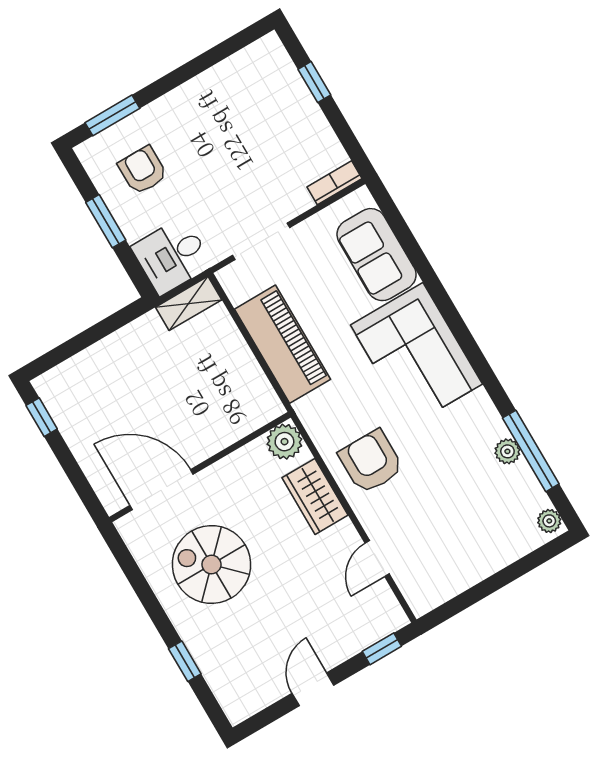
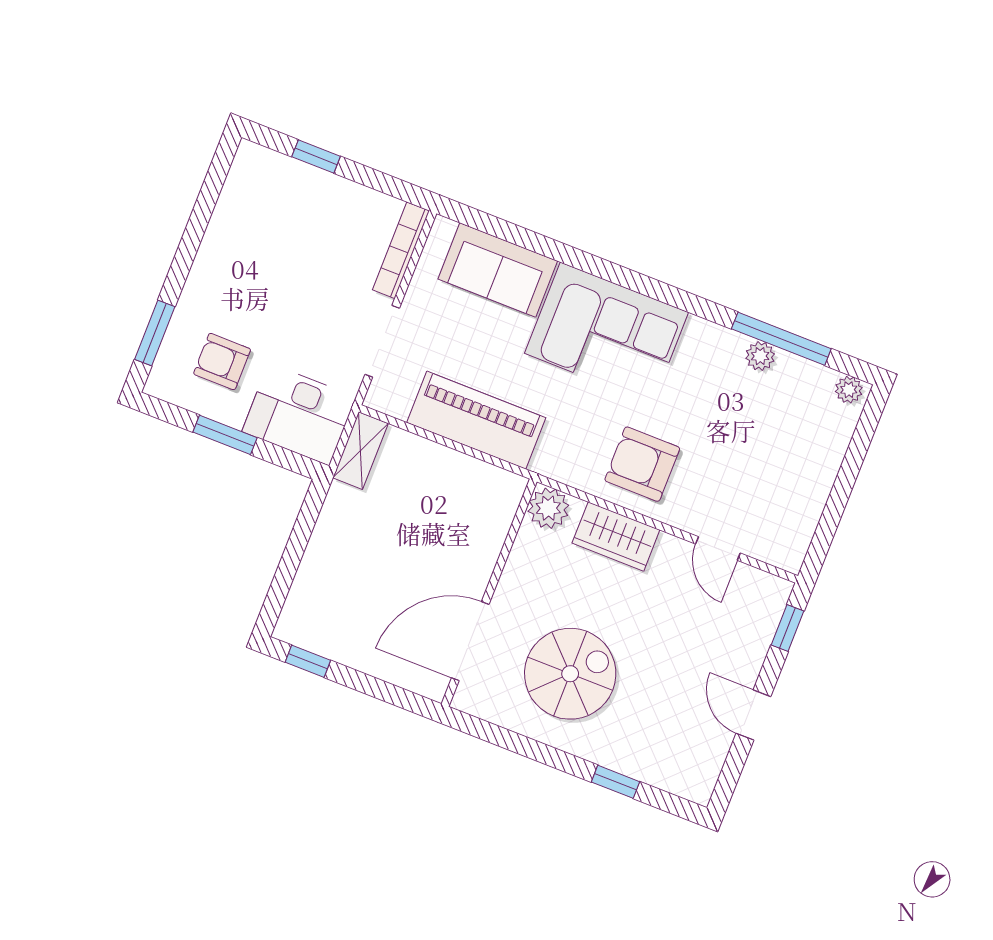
bookcase: (334, 183) -> (401, 250), width x1.56
desk: (172, 256) -> (299, 414), width x1.37
spiral stairs: (211, 564) -> (570, 674), turned 180

